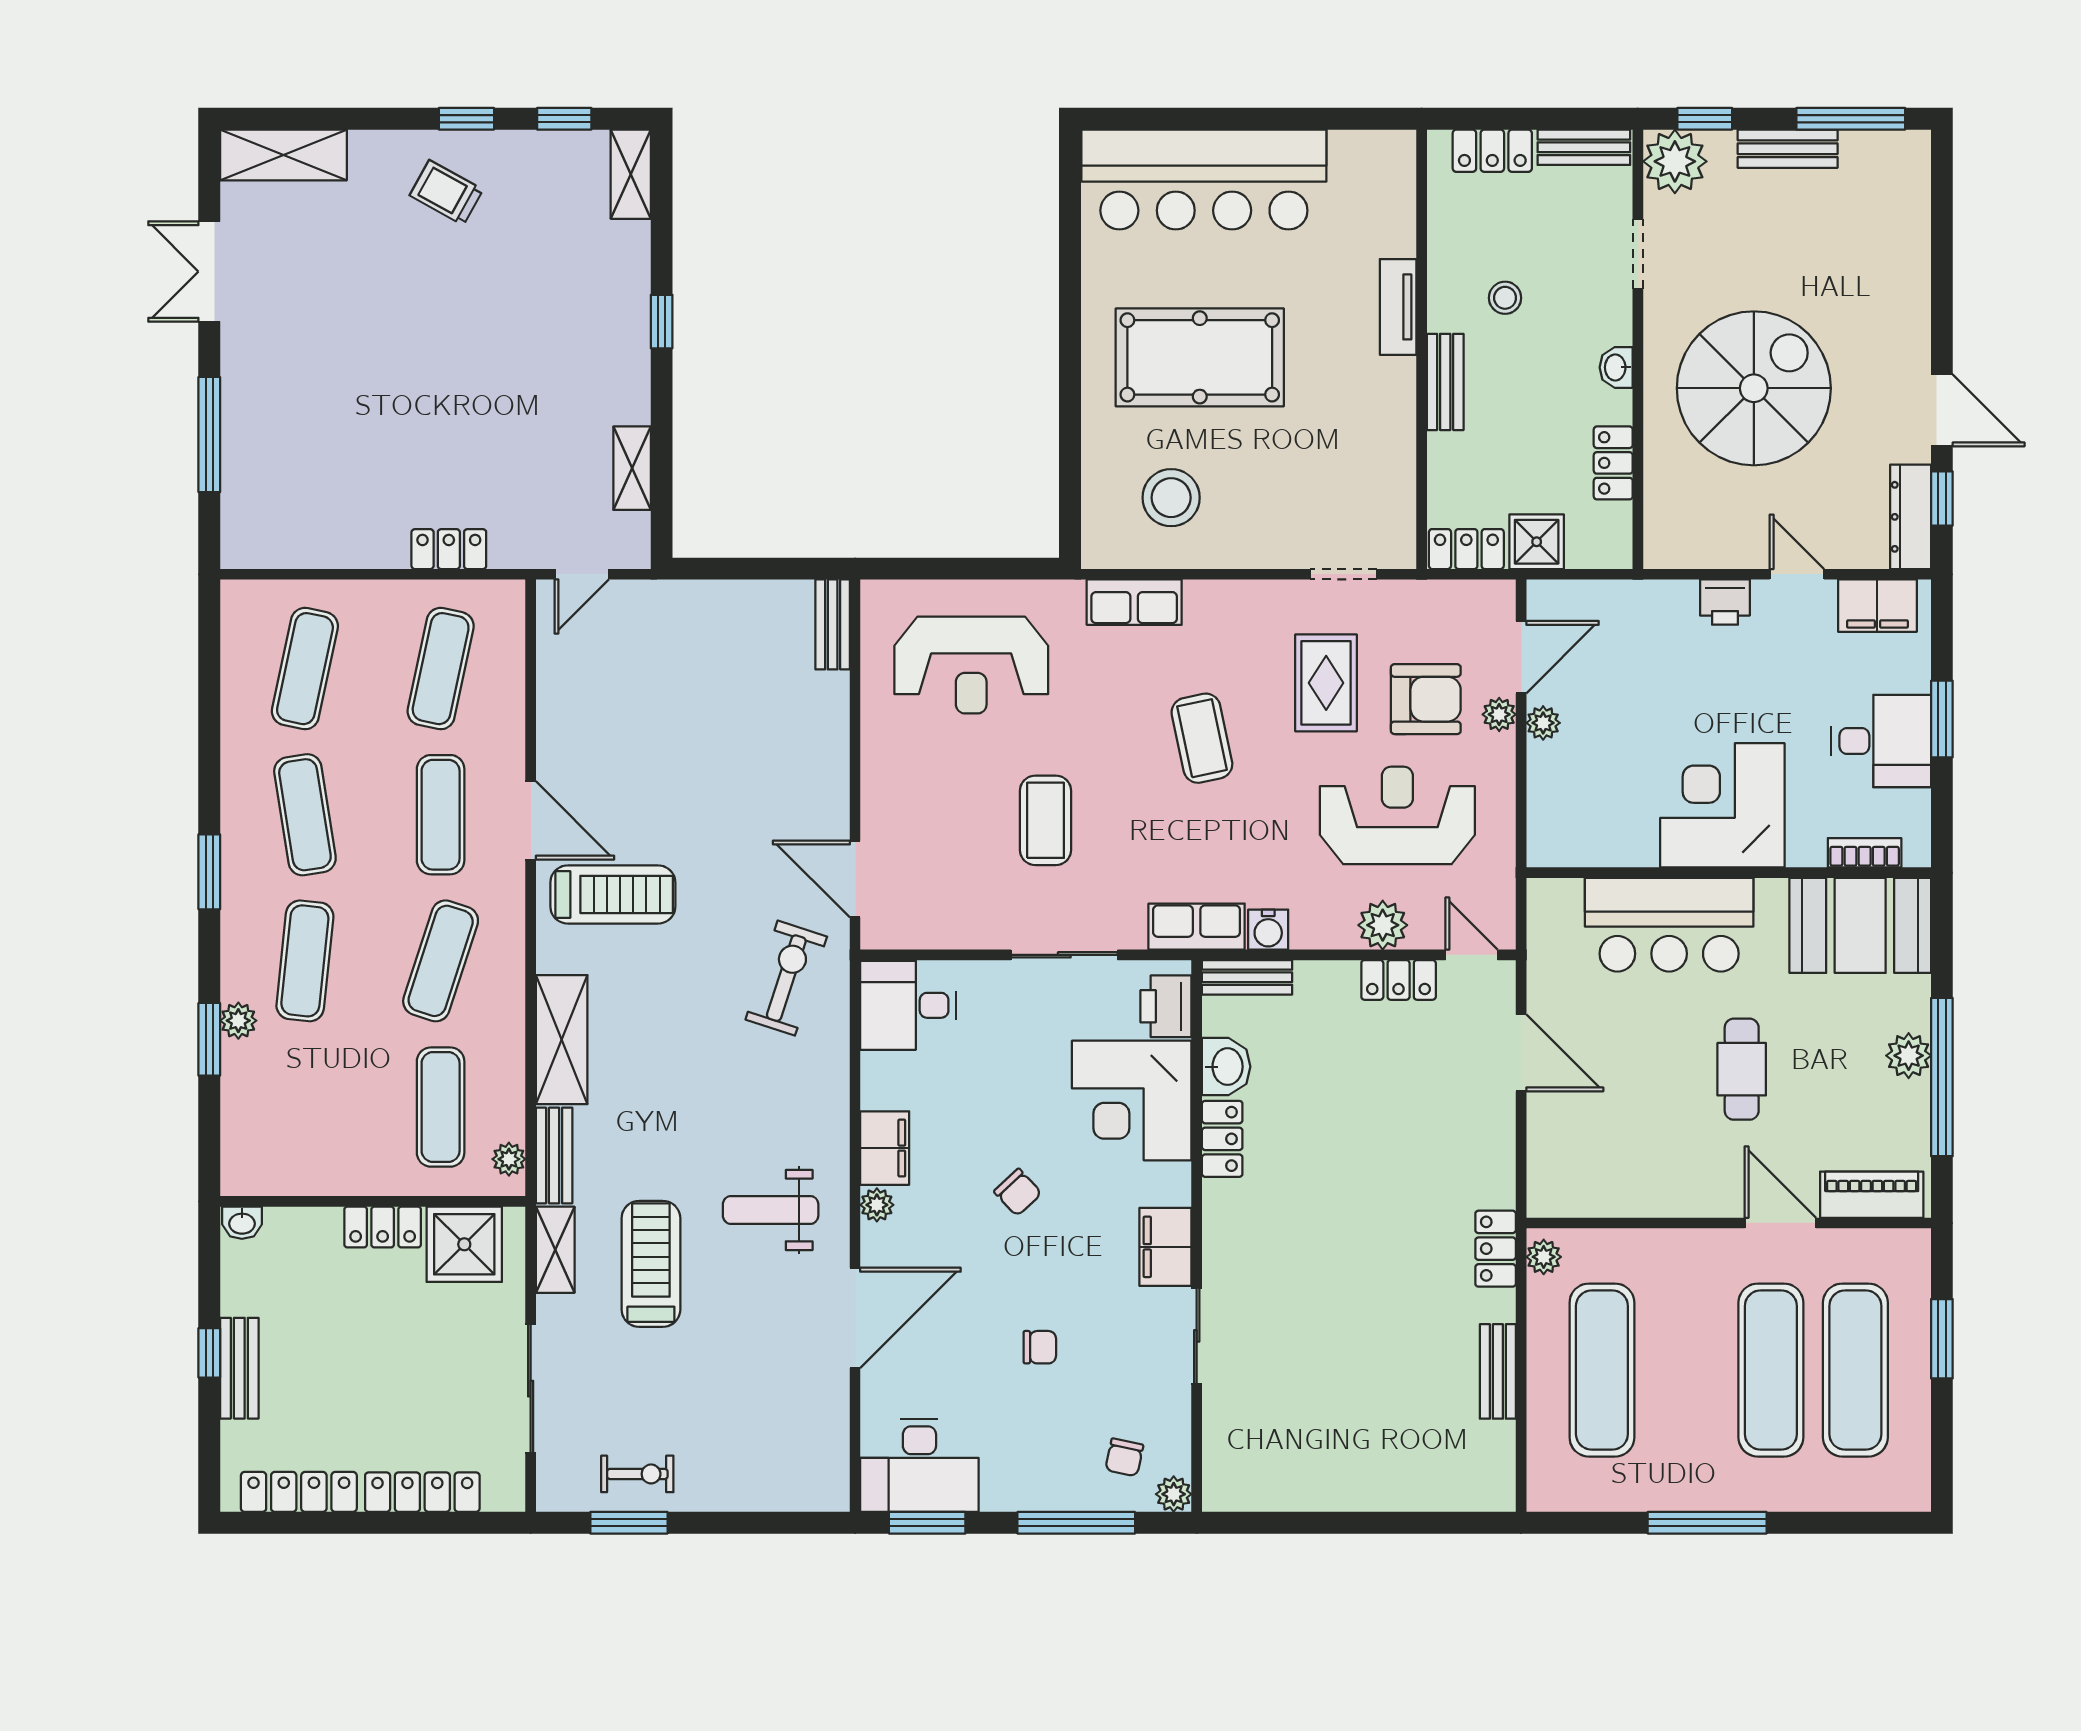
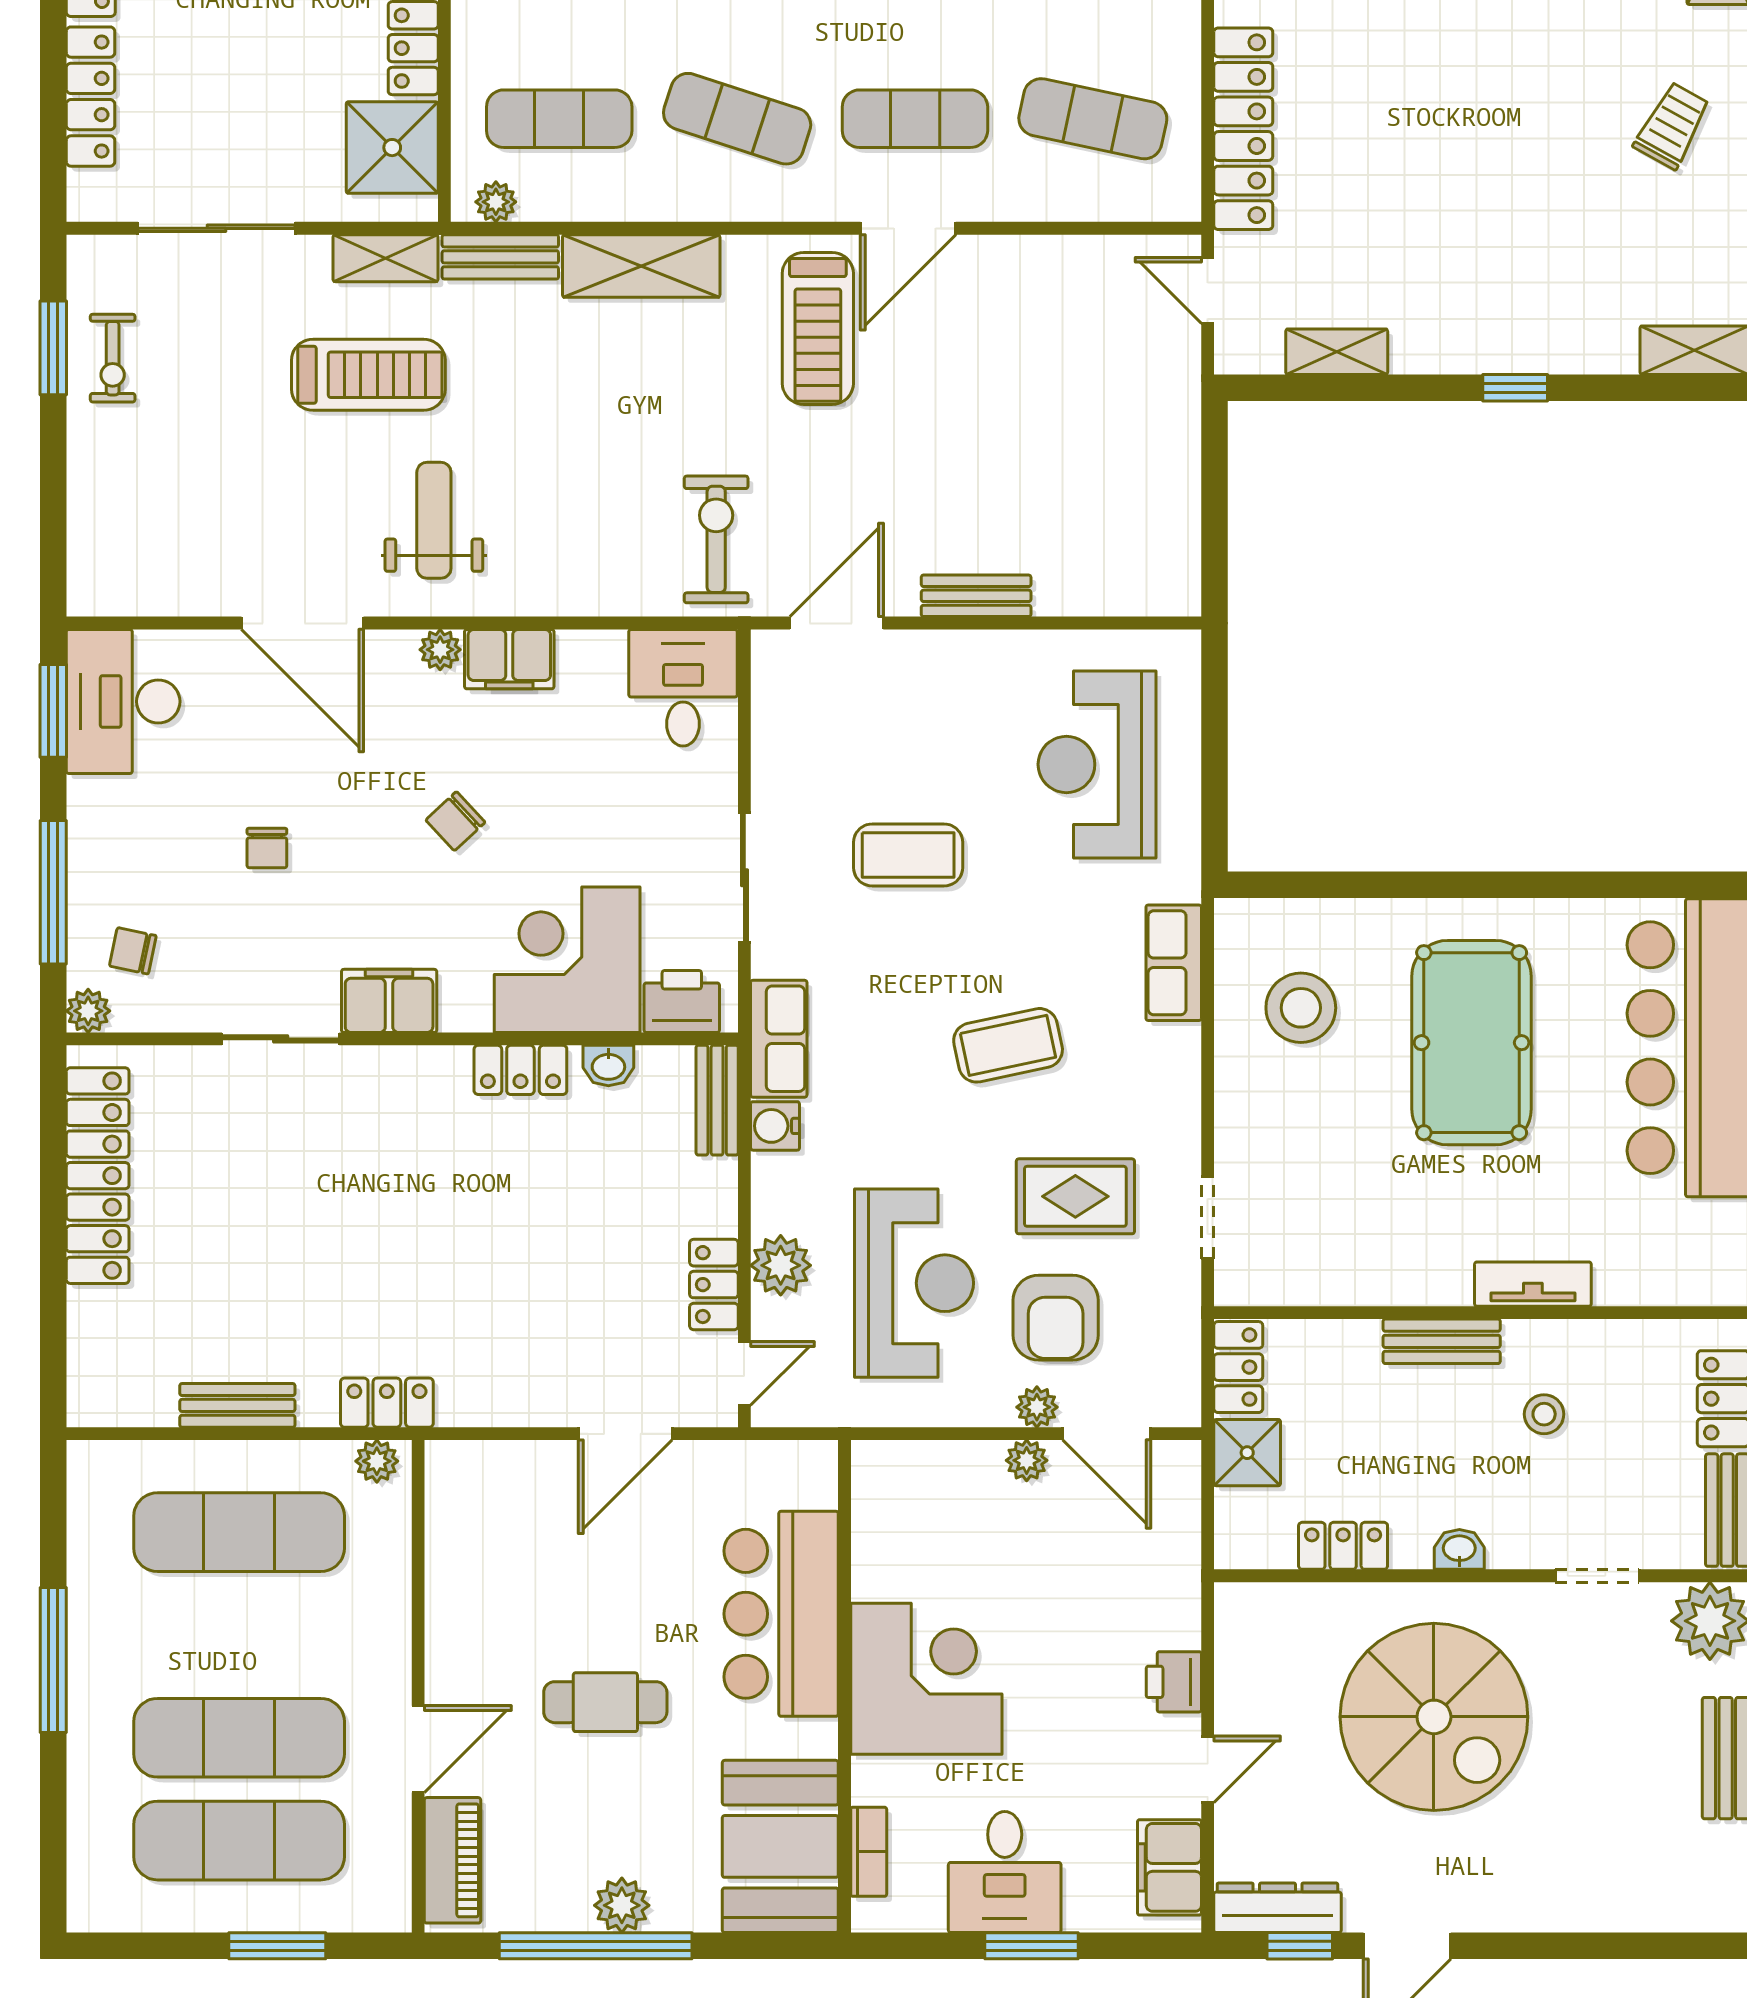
locker: (449, 549) -> (1243, 129), width x2.16, depth x1.21
bench: (833, 624) -> (976, 596), moved
exercise bike: (786, 978) -> (716, 539), turned -108
washbasin: (1226, 1067) -> (608, 1066), width x0.72, depth x0.69
locker: (1309, 1486) -> (98, 1176), added

